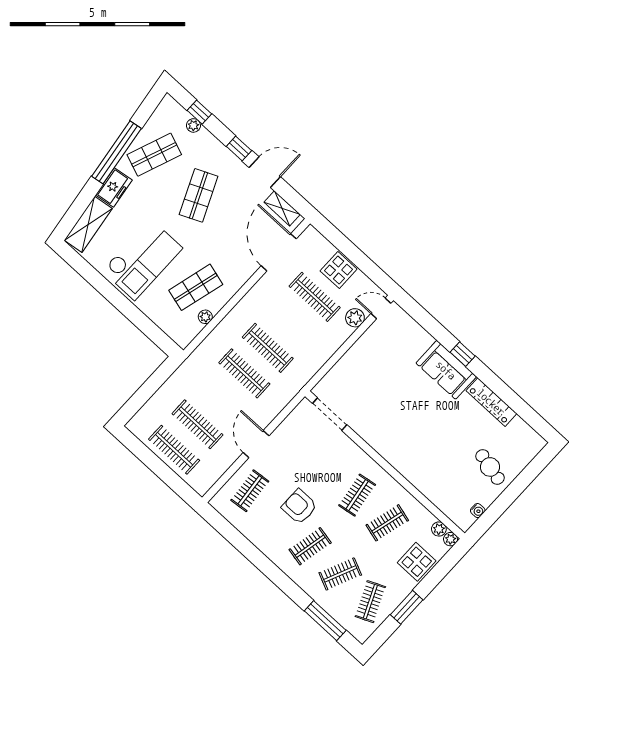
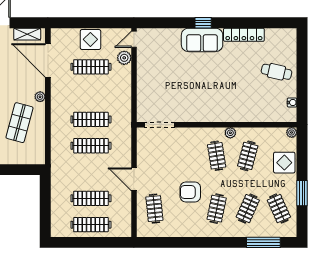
plant: (205, 317) -> (40, 97), moved
plant: (439, 529) -> (230, 133), moved

